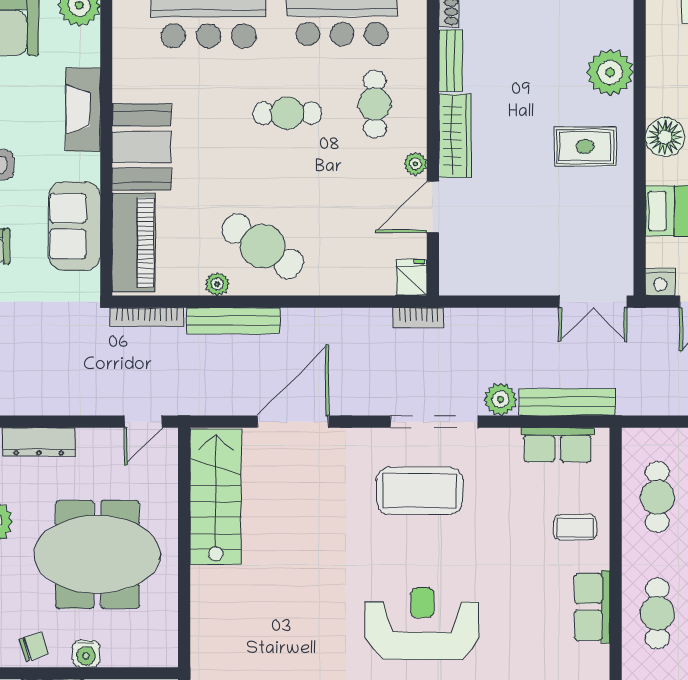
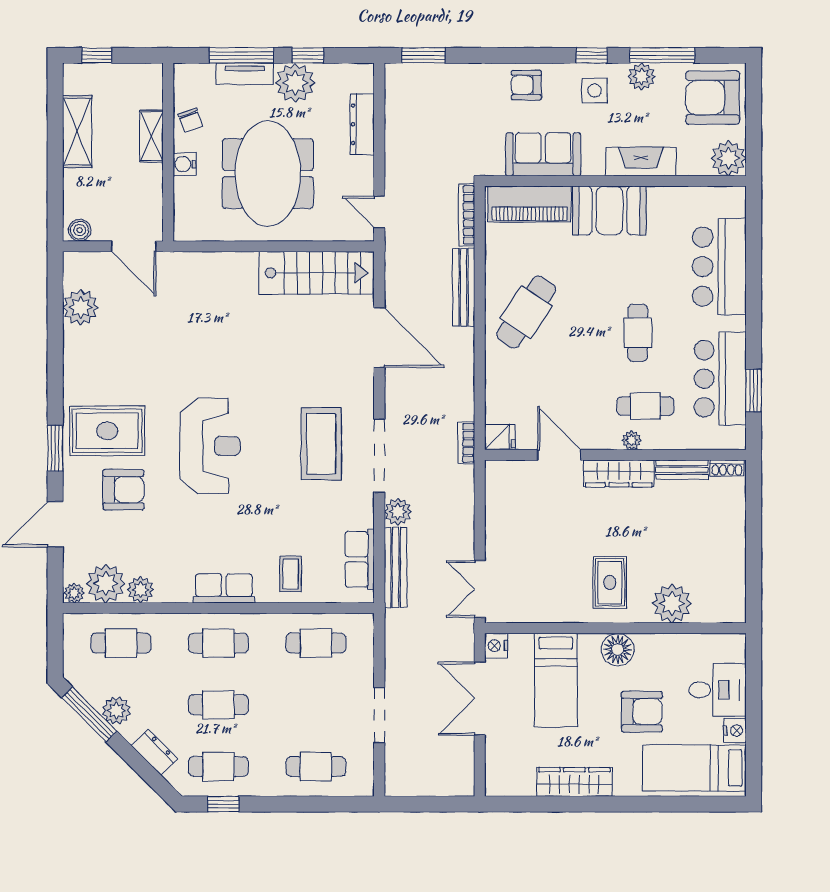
plant: (415, 164) -> (632, 440), moved
plant: (217, 284) -> (495, 274), removed

